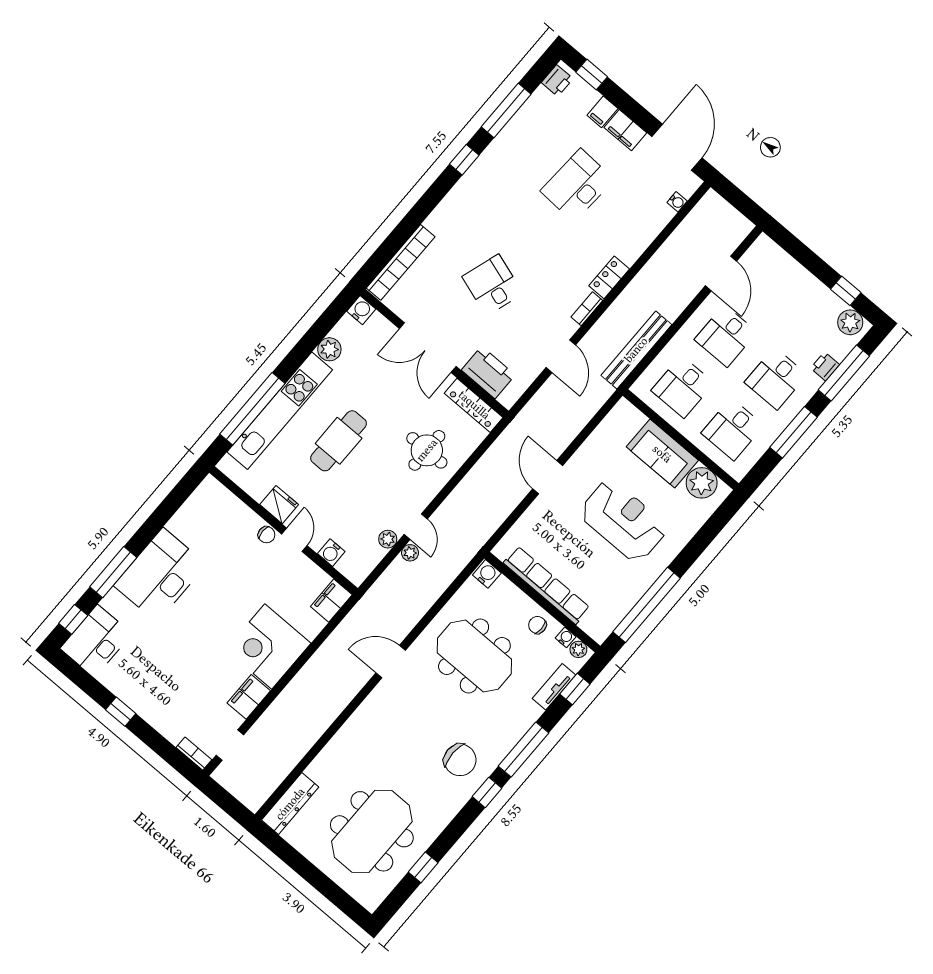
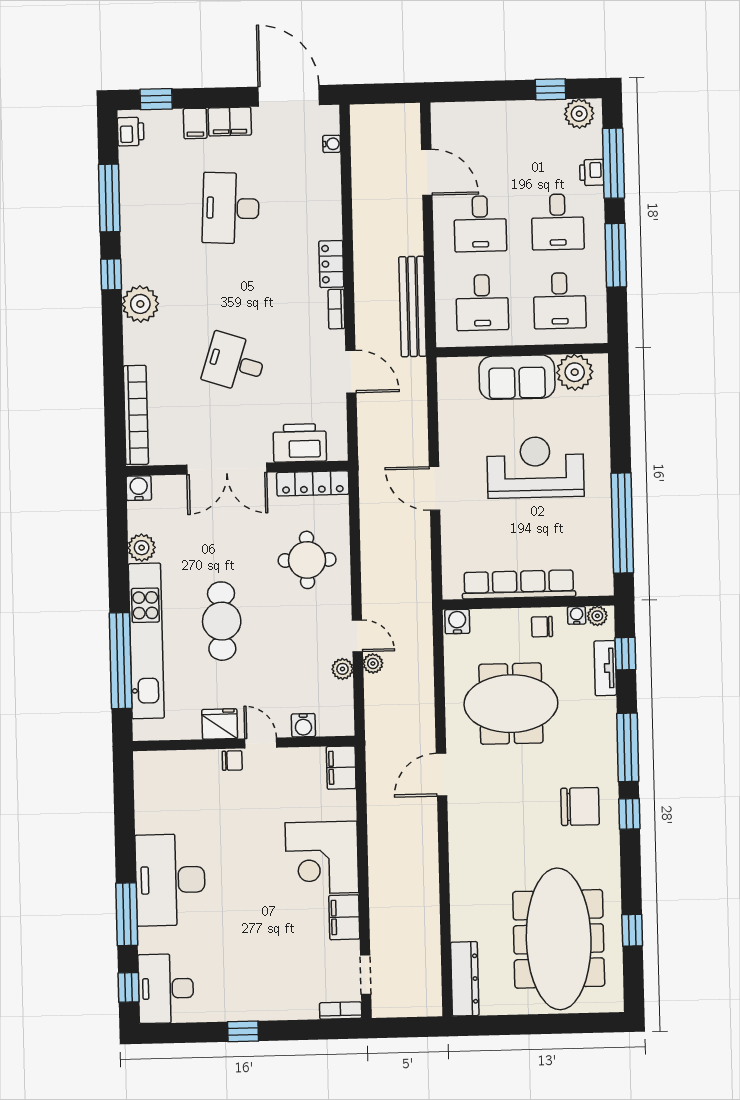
plant: (466, 195) -> (140, 304), added
meeting table: (372, 831) -> (559, 939), width x1.36

